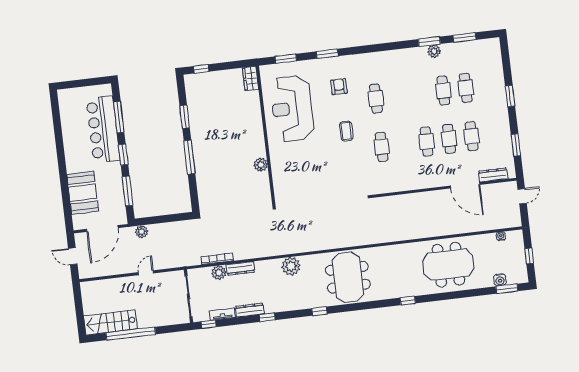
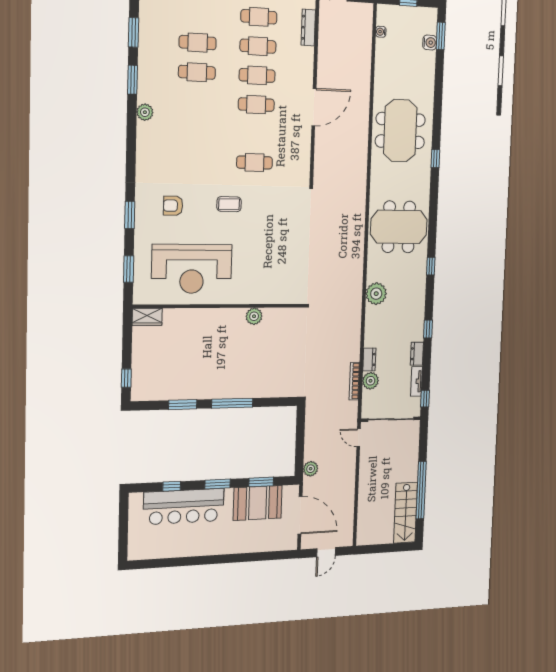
plant: (434, 51) -> (145, 112), moved
cafe table: (376, 99) -> (259, 17), moved
window: (119, 117) -> (172, 486), width x0.46
door: (465, 185) -> (314, 107), moved
window: (128, 191) -> (261, 482), width x0.69
booth: (83, 193) -> (258, 503), moved
meeting table: (448, 265) -> (400, 131), moved
dresser: (240, 268) -> (369, 360), width x0.70
door: (146, 273) -> (359, 438), moved
dresser: (250, 310) -> (417, 354), width x0.70

